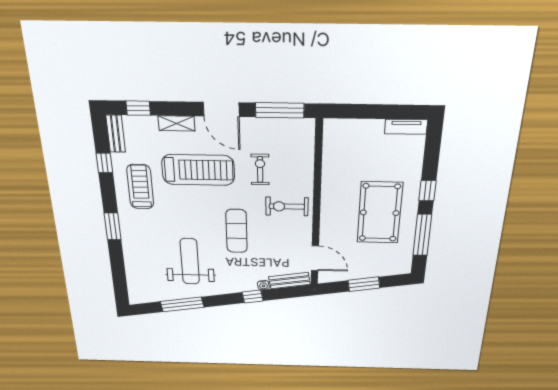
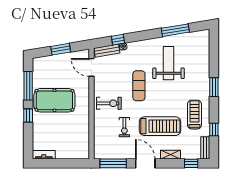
treadmill: (198, 170) -> (160, 126), turned 180
treadmill: (140, 187) -> (194, 115), turned 180
pool table: (380, 213) -> (54, 100), turned 90
weight bench: (190, 261) -> (168, 63), turned 180
window: (253, 297) -> (118, 40), moved

